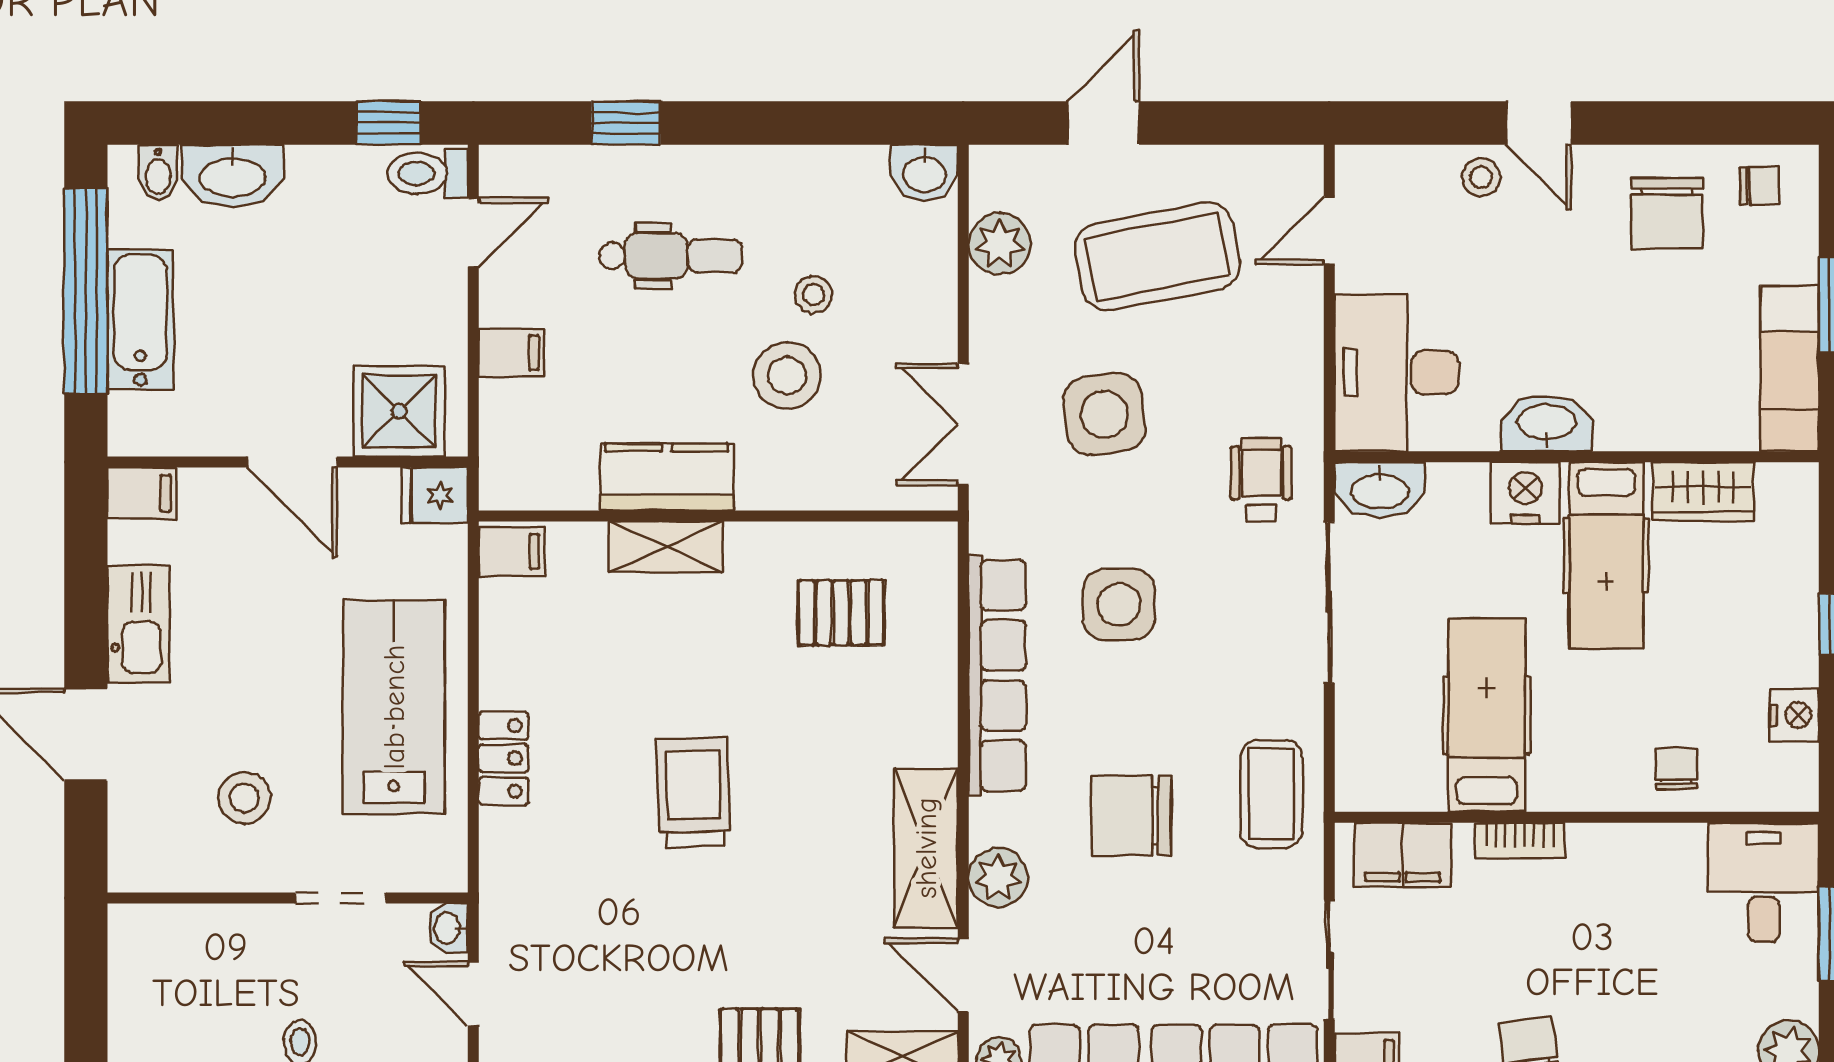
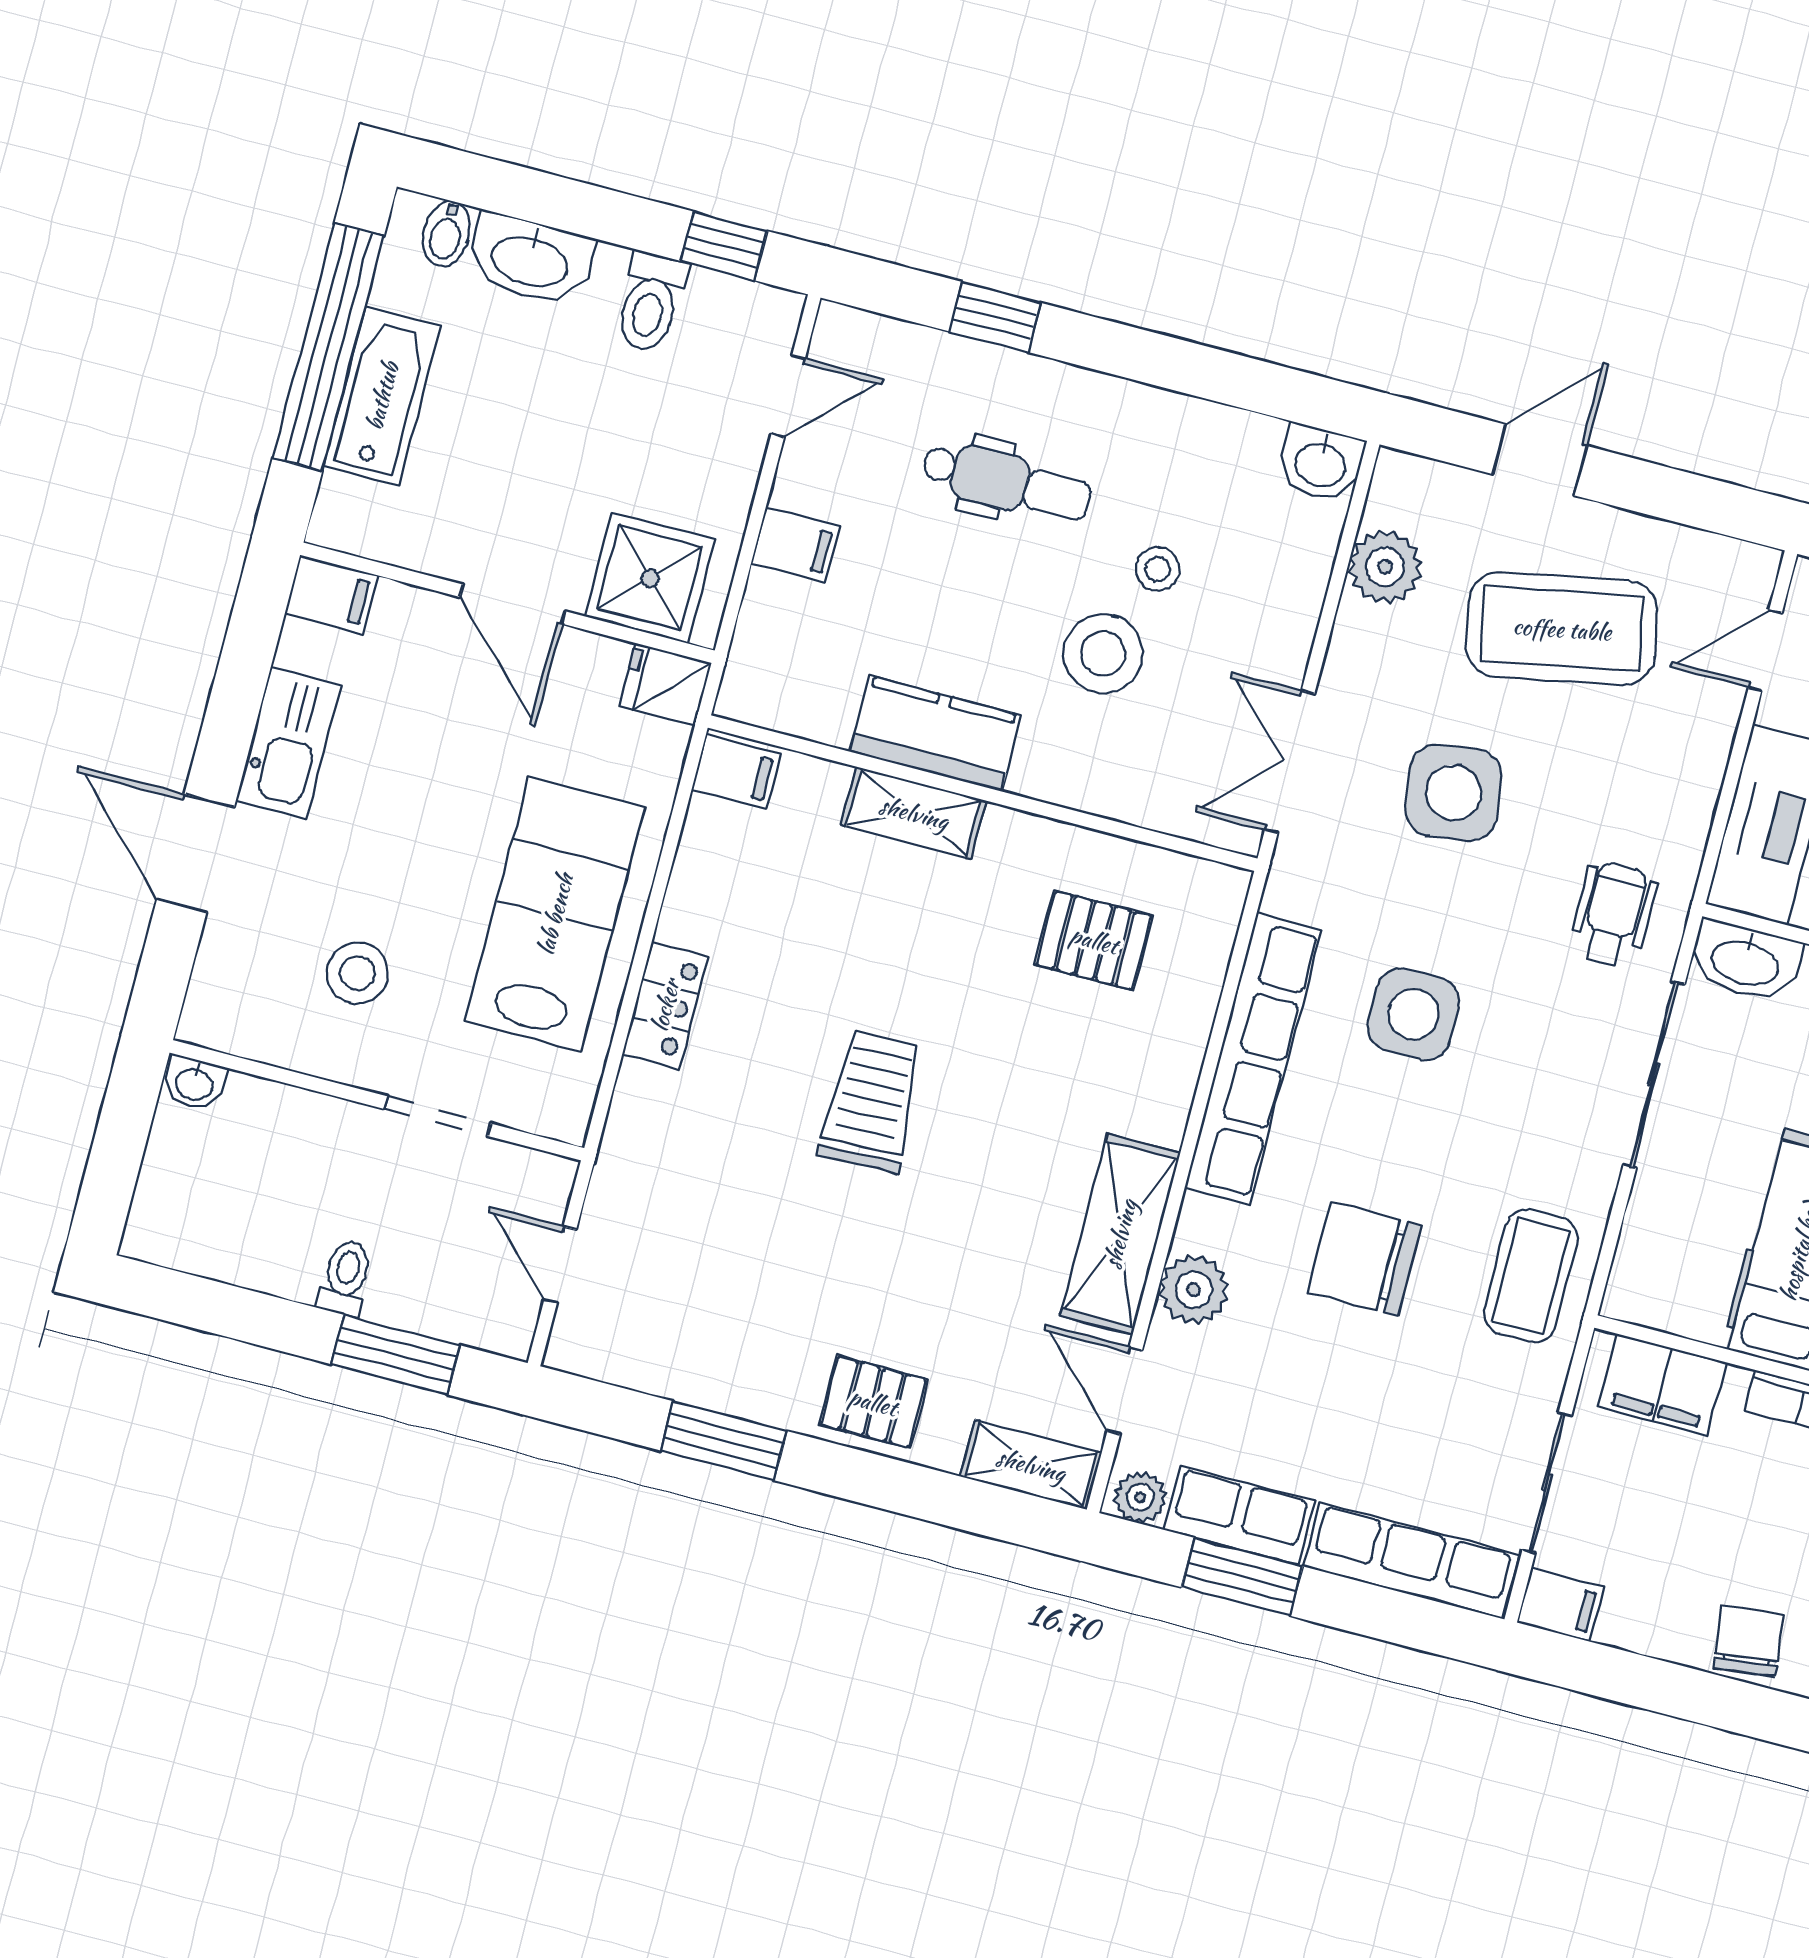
toilet: (428, 173) -> (651, 302), moved, turned -90
washbasin: (448, 928) -> (194, 1083), moved, turned -90

